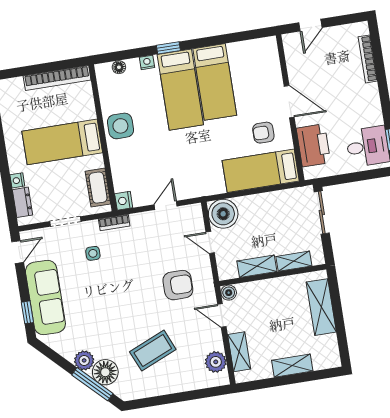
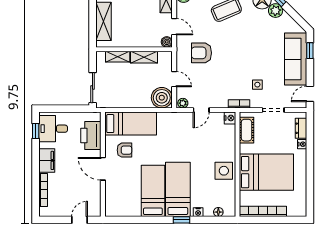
filing cabinet: (369, 101) -> (47, 160), added
bed: (62, 142) -> (266, 172), width x1.50
plant: (193, 211) -> (183, 103), added

